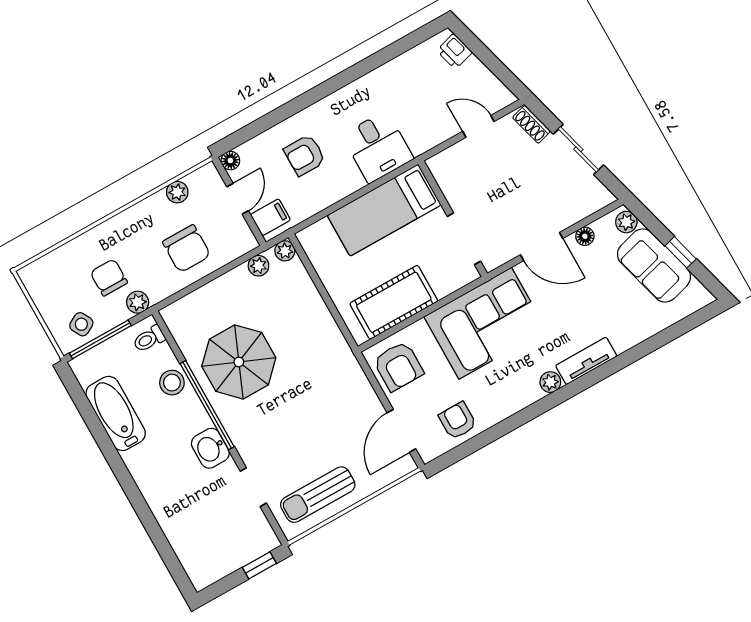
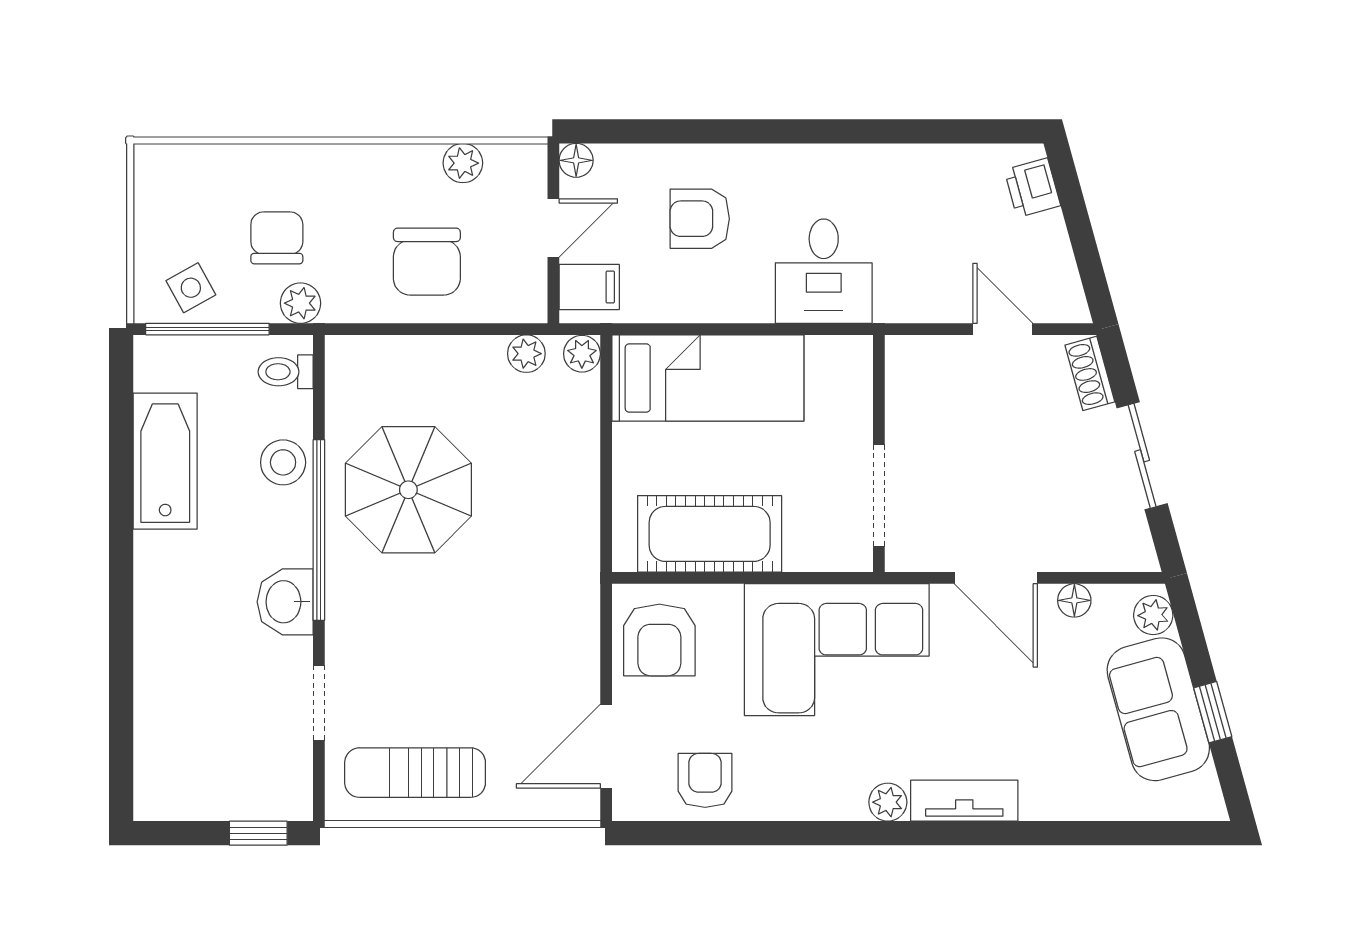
bed: (384, 210) -> (708, 378), moved, turned 180

